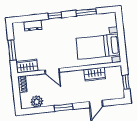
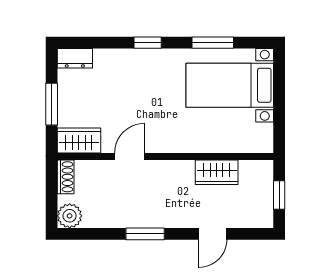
dresser: (33, 25) -> (75, 58), moved
bed with nightstands: (98, 47) -> (230, 85), moved
door: (52, 71) -> (130, 156), swing flipped
plant: (37, 102) -> (70, 216), moved

